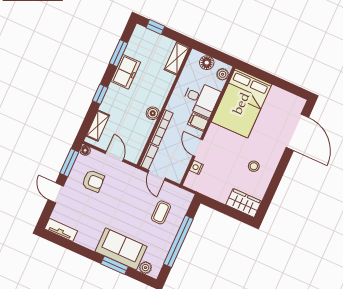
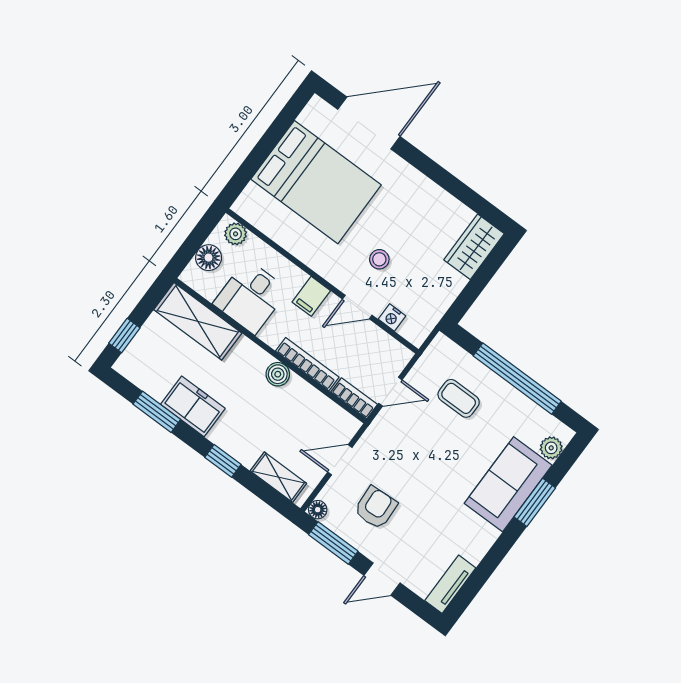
shelving: (177, 58) -> (198, 321), width x1.50, depth x1.33
desk: (201, 99) -> (251, 297), moved, turned 180
bed: (241, 103) -> (316, 182), moved
stool: (254, 166) -> (379, 259), moved

